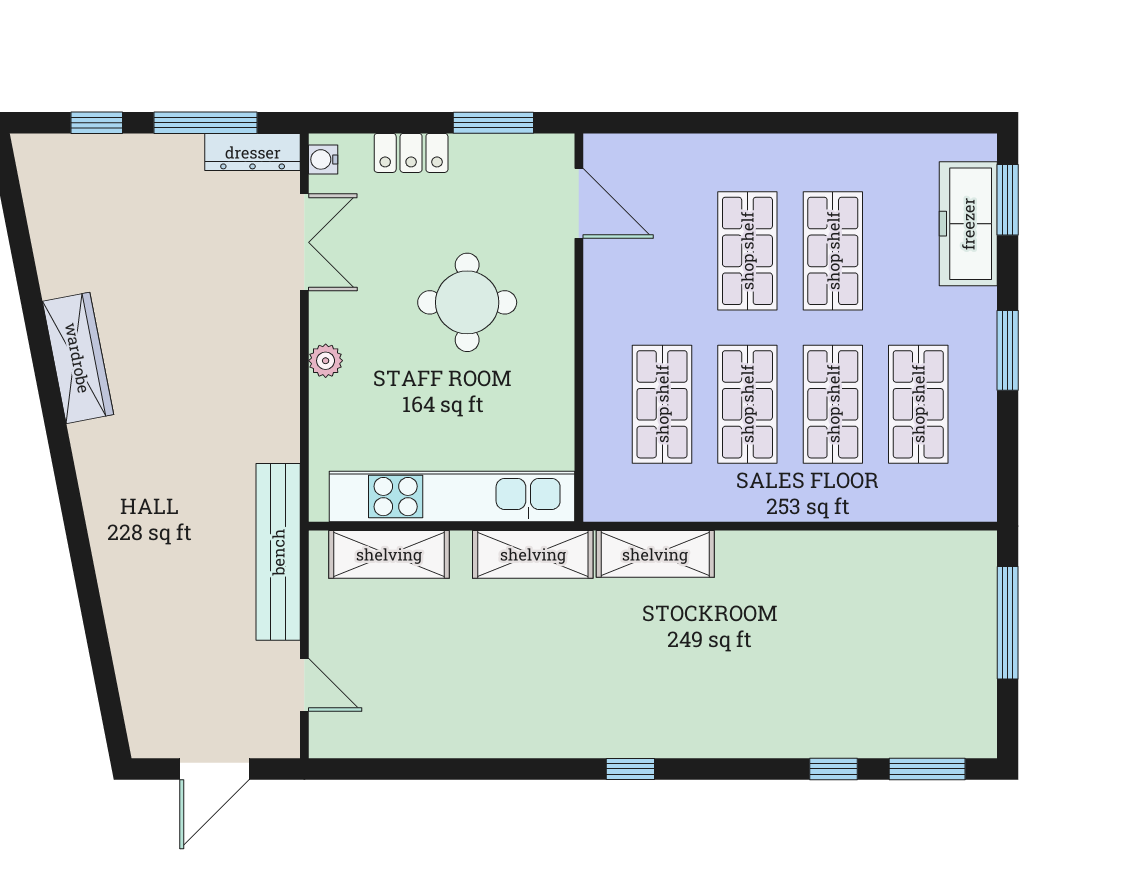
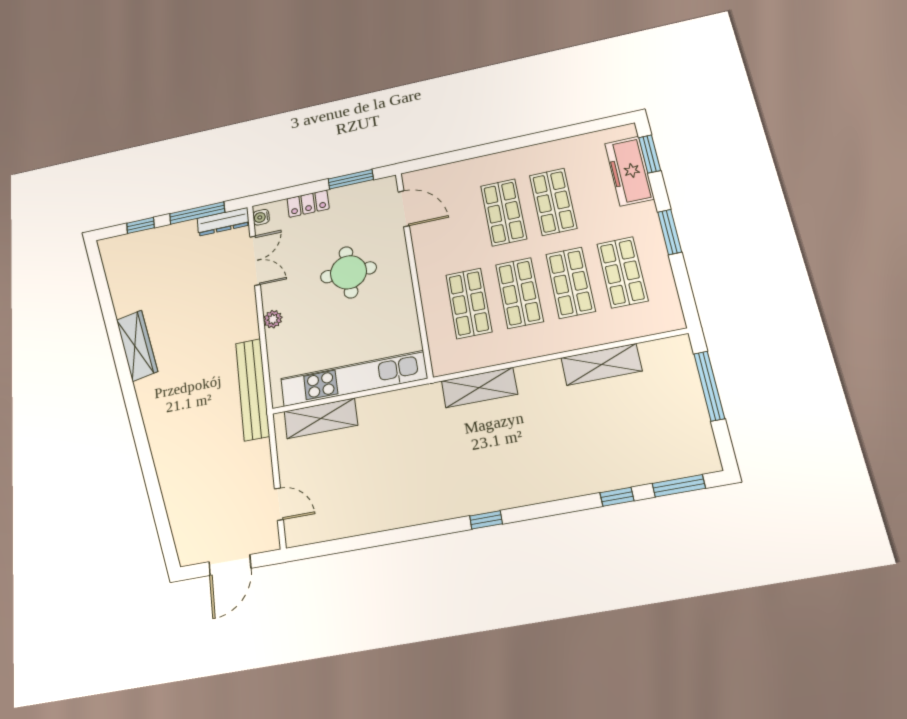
bench: (278, 552) -> (252, 389), moved
shelving: (533, 554) -> (601, 364), moved

